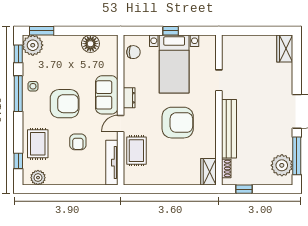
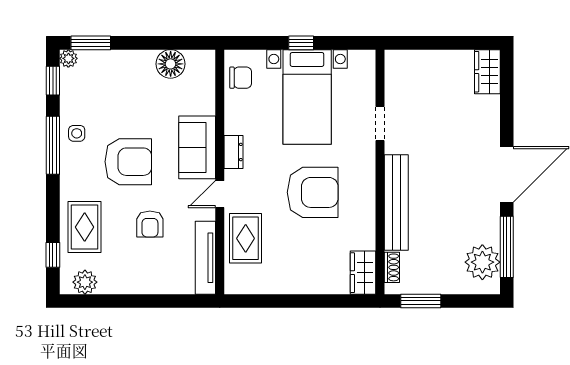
plant: (33, 45) -> (68, 58), width x0.53, depth x0.53
window: (244, 189) -> (421, 301), width x1.50

